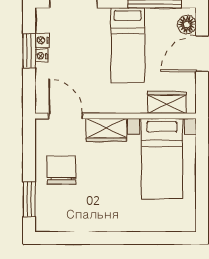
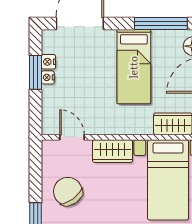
door: (66, 116) -> (72, 137), width x0.73
chair: (61, 170) -> (68, 191), turned -36

